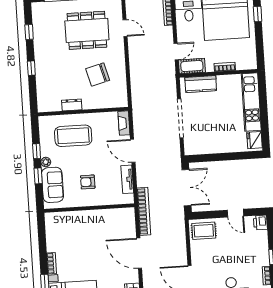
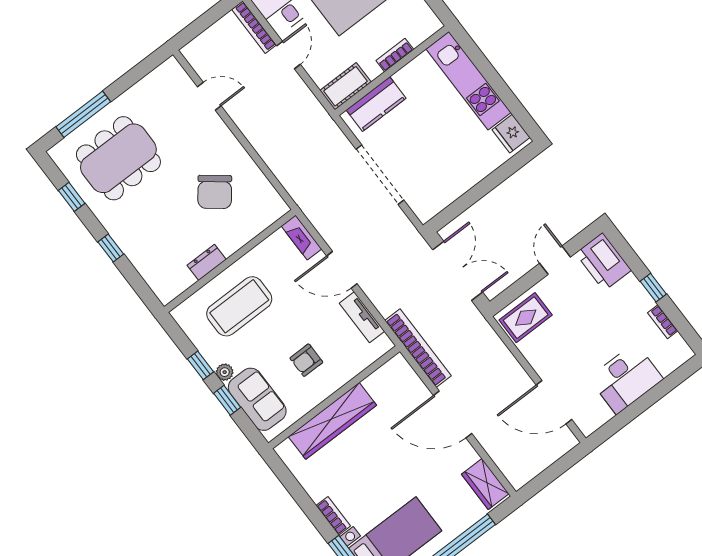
dining table: (87, 30) -> (118, 158), moved
door: (176, 51) -> (289, 55), moved
chair: (98, 75) -> (215, 192), turned -37
door: (235, 213) -> (555, 260), swing flipped
wardrobe: (81, 219) -> (332, 421), added
printer: (260, 222) -> (603, 262), width x1.87, depth x1.48

